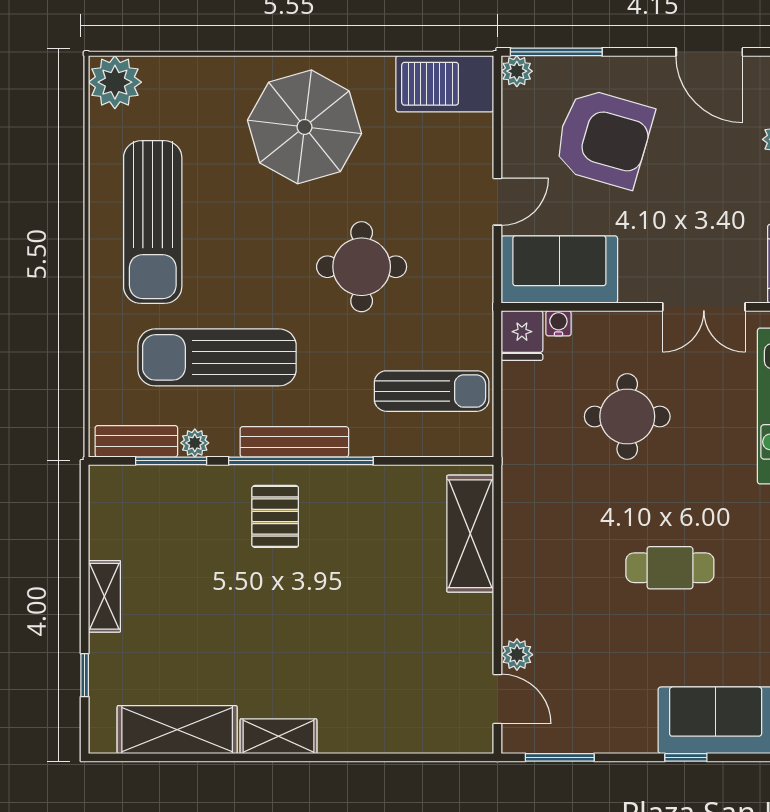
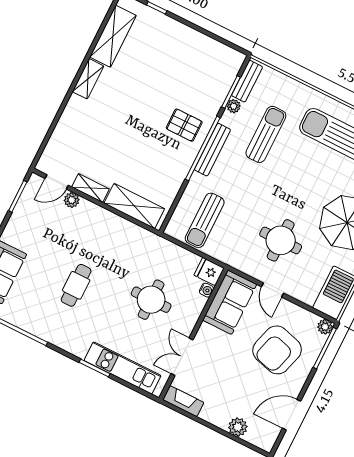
round table: (362, 267) -> (281, 240), moved
sun lounger: (217, 357) -> (266, 134), width x0.73, depth x0.75
shelving: (104, 596) -> (90, 188), moved

